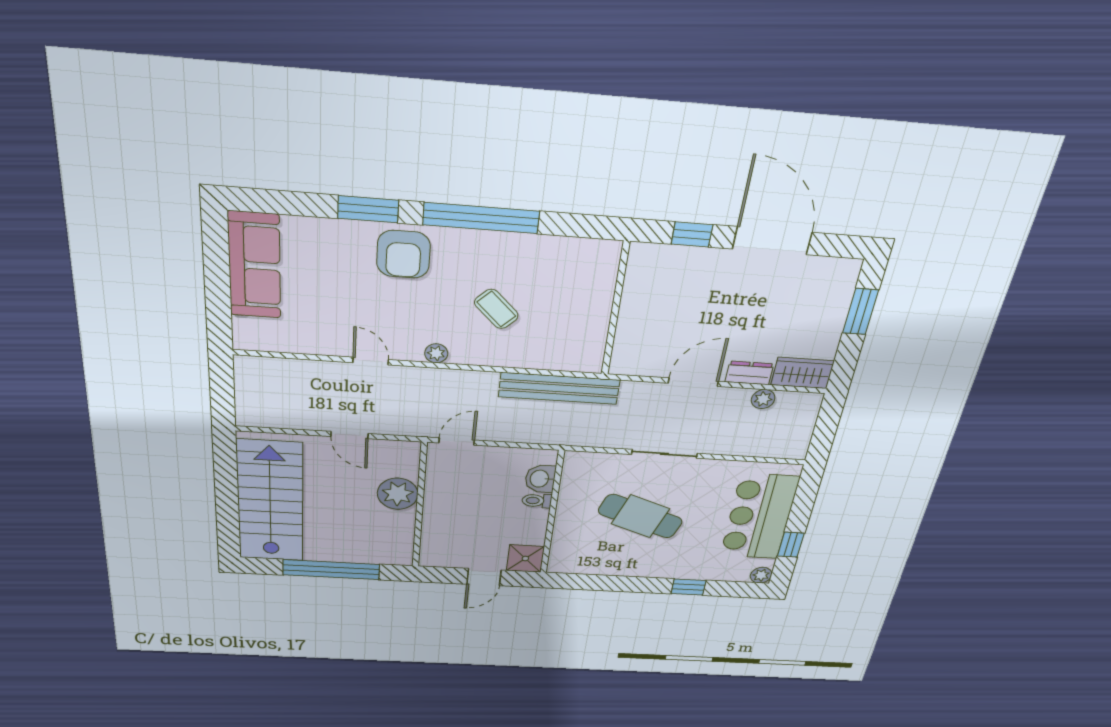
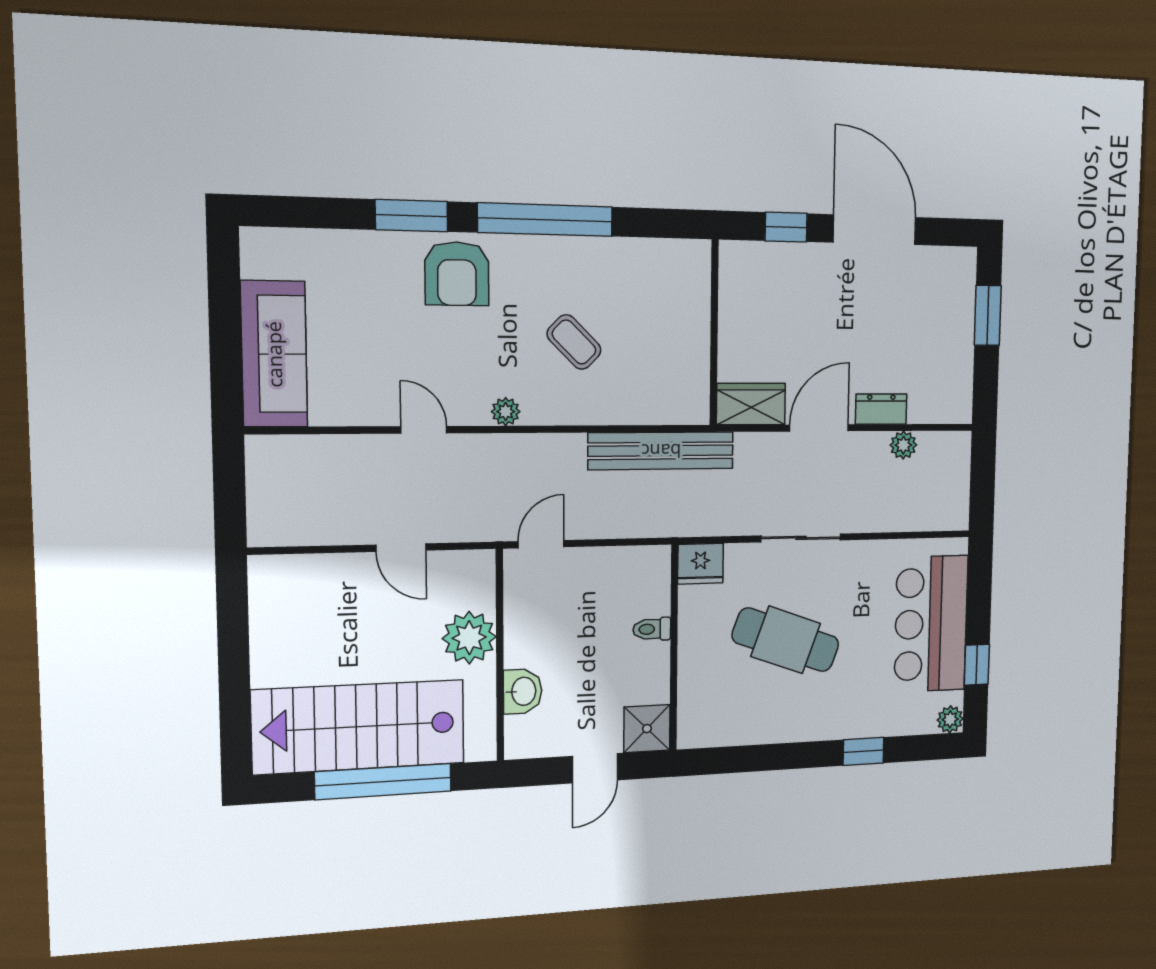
sofa: (254, 265) -> (274, 354), moved
wardrobe: (802, 373) -> (751, 404), moved
fridge: (580, 464) -> (700, 564), added
washbasin: (540, 479) -> (523, 691), moved, turned 180
stairs: (270, 502) -> (359, 727), moved, turned -90

